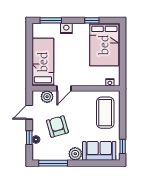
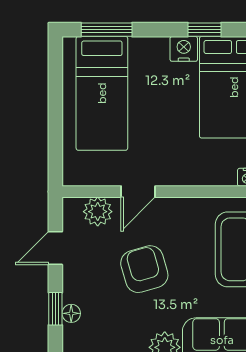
nightstand: (66, 28) -> (184, 49), moved
bed: (43, 62) -> (102, 93), moved, turned 180
armchair: (57, 127) -> (144, 269), moved

